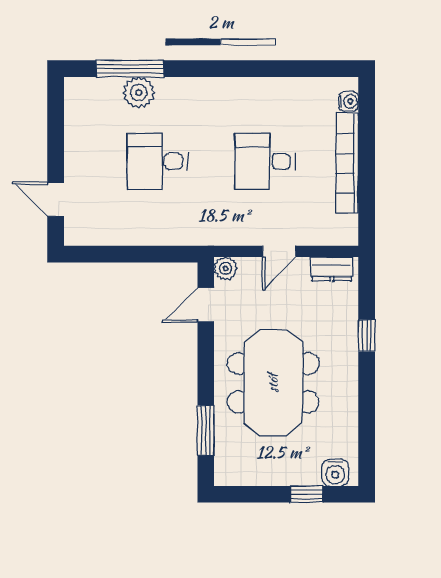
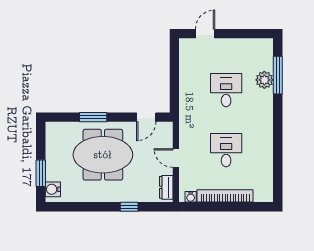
water cooler: (349, 101) -> (191, 197), moved
plant: (226, 269) -> (166, 128), removed
door: (206, 305) -> (146, 117), swing flipped
window: (206, 430) -> (93, 117), moved
window: (306, 494) -> (41, 173), width x1.50

